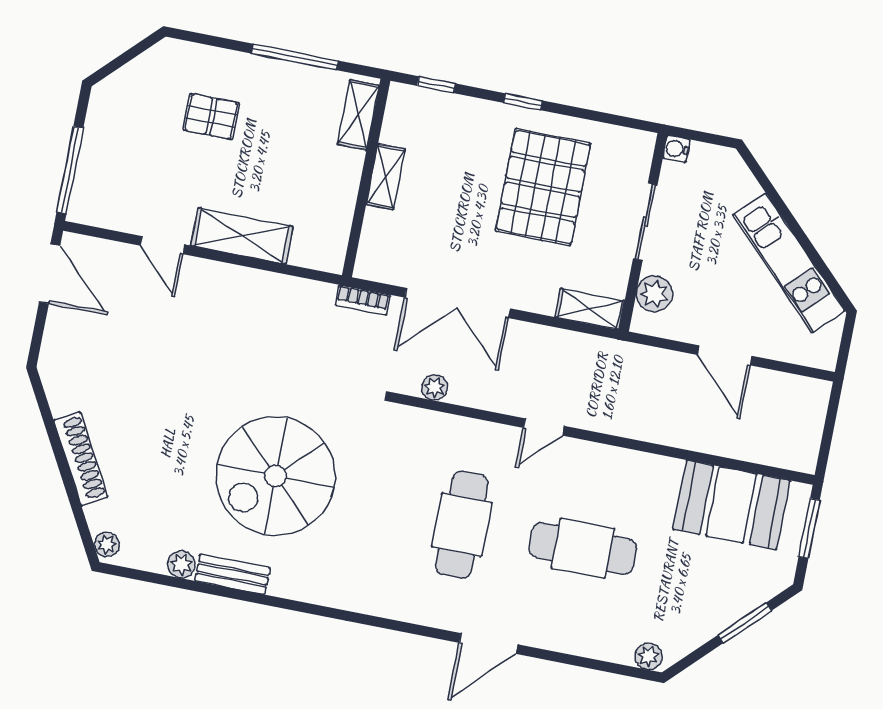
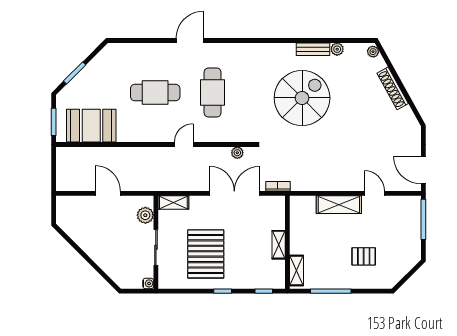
kitchen unit: (789, 263) -> (87, 241), removed
plant: (648, 656) -> (115, 49), removed

